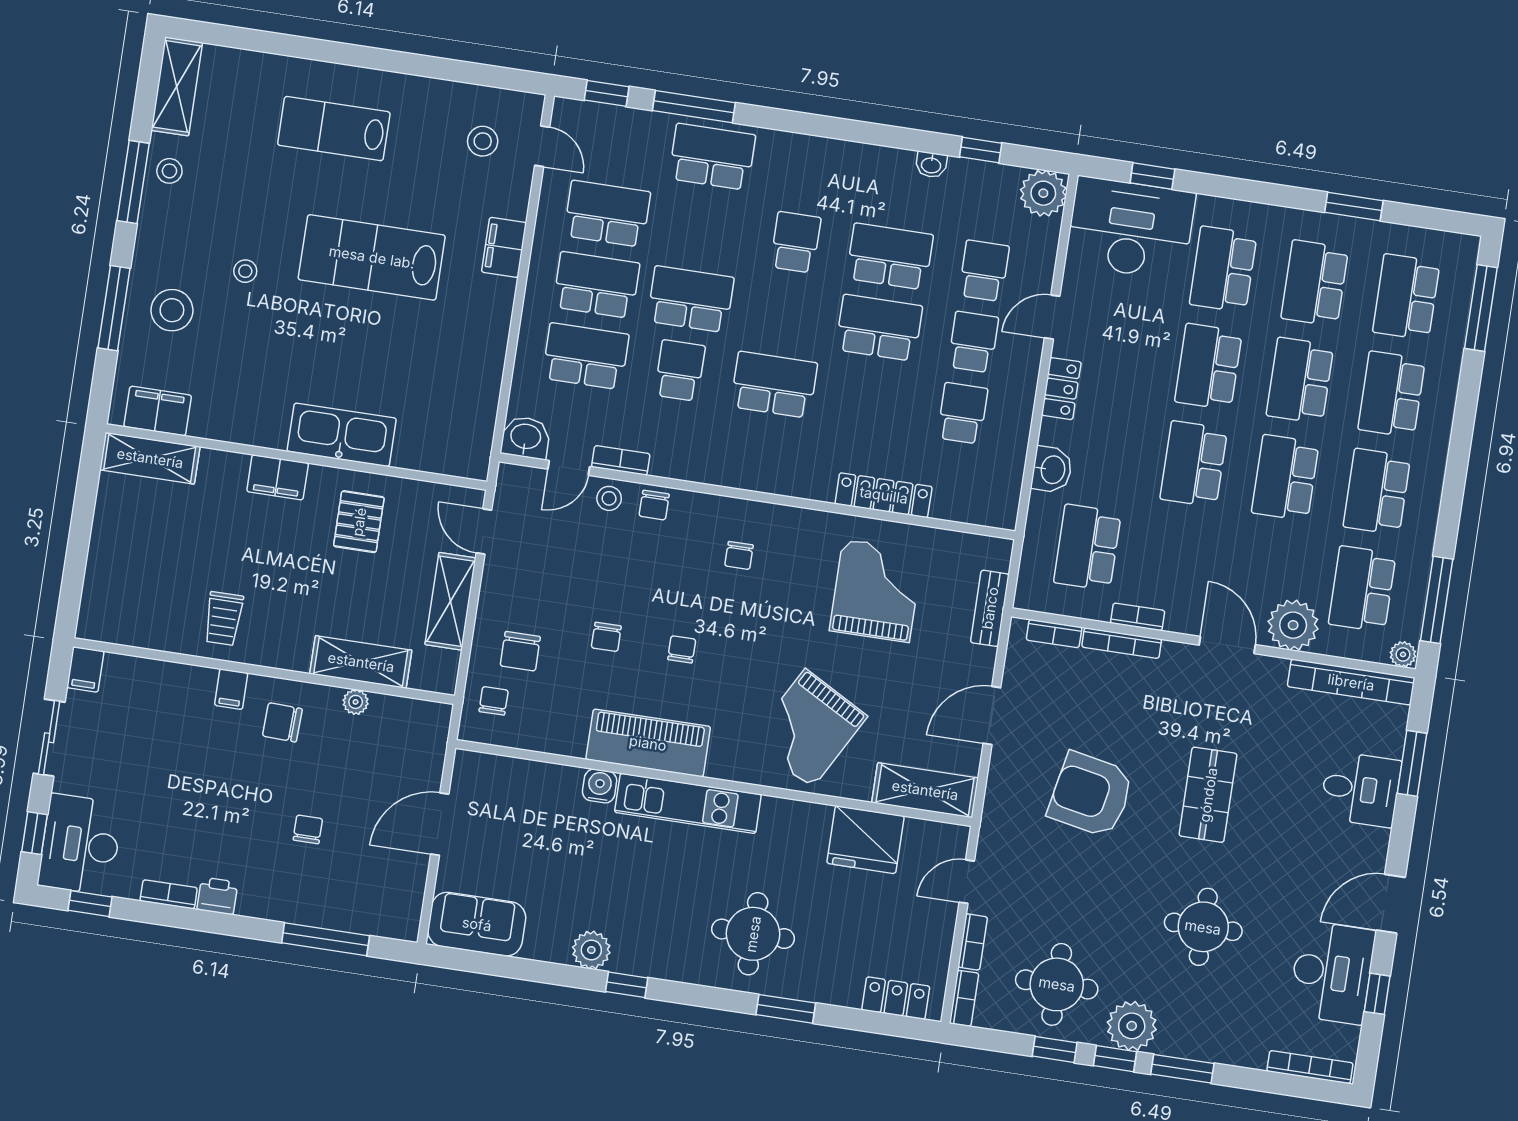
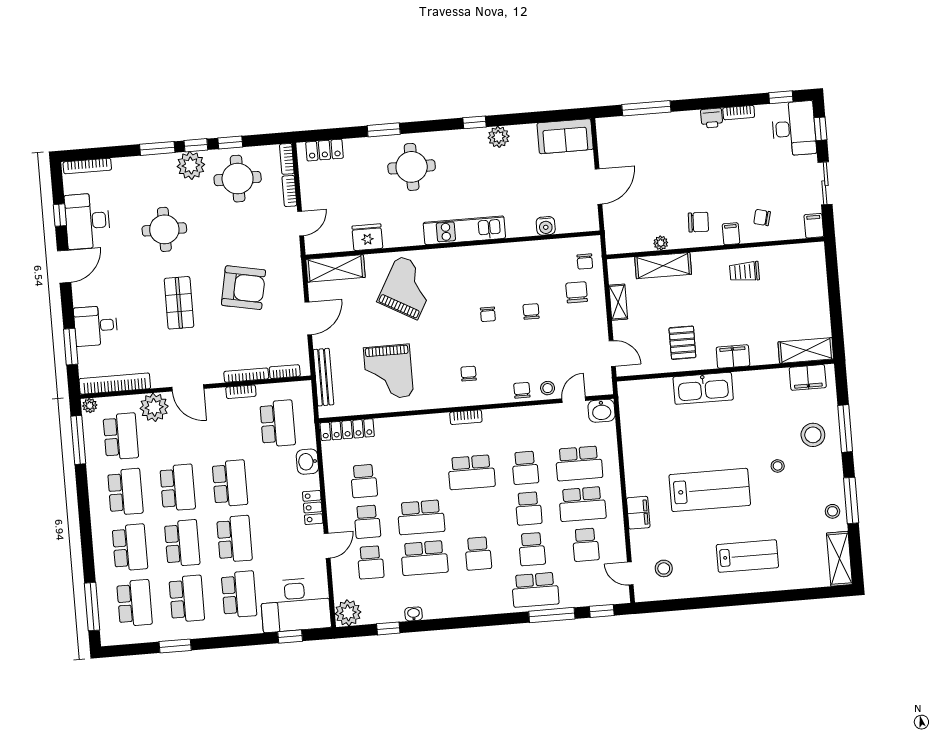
school desk: (607, 214) -> (586, 545), width x0.54
school desk: (701, 228) -> (532, 549), added
school desk: (691, 299) -> (529, 508), width x0.54
bookcase: (621, 460) -> (466, 417), moved
locker: (884, 495) -> (347, 430), moved
shelving: (450, 601) -> (618, 302), width x0.67, depth x0.75
bench: (990, 608) -> (323, 377), width x1.36
trolley: (224, 619) -> (744, 272), turned -90
piano: (648, 743) -> (494, 258), removed
water cooler: (600, 786) -> (546, 226), moved
chair: (308, 829) -> (762, 218), moved, turned 104
fridge: (866, 840) -> (367, 237), width x0.73, depth x0.75

